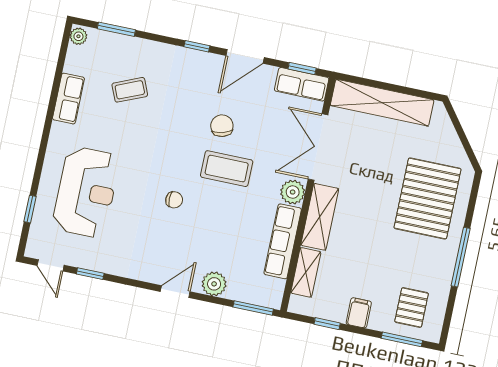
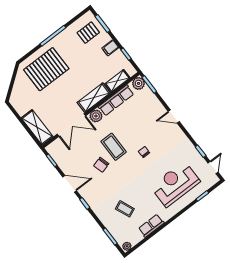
row of seats: (302, 84) -> (57, 154), removed
shelving: (382, 103) -> (37, 127), width x0.68
plant: (214, 284) -> (139, 83), moved

